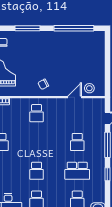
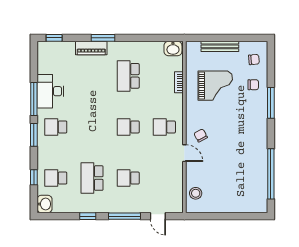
window: (28, 28) -> (271, 103), moved
door: (75, 97) -> (184, 153), moved
school desk: (37, 171) -> (128, 127), moved

